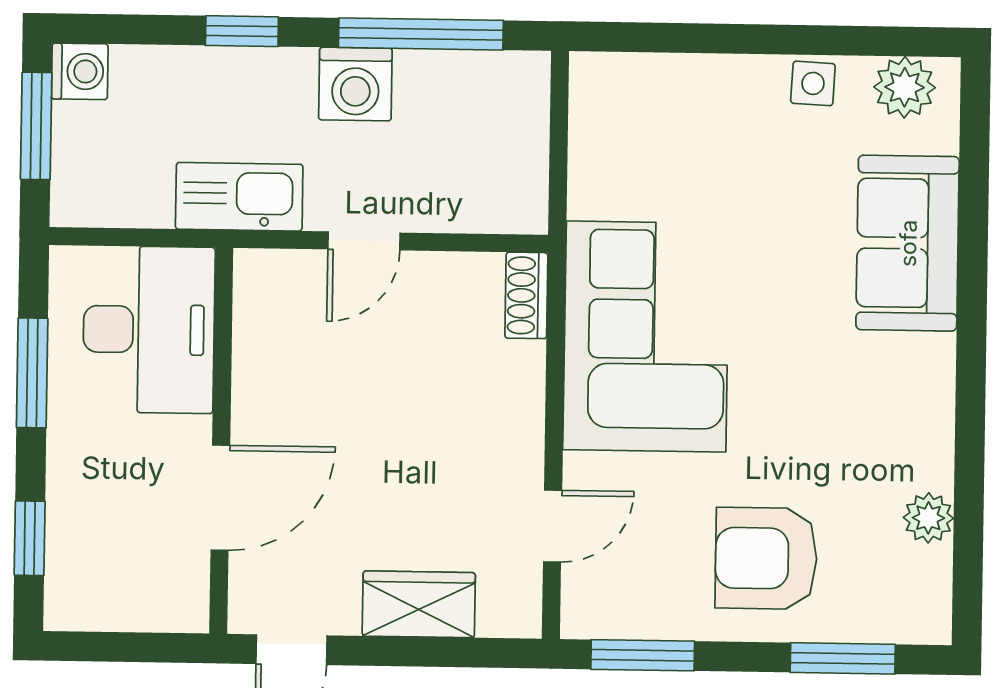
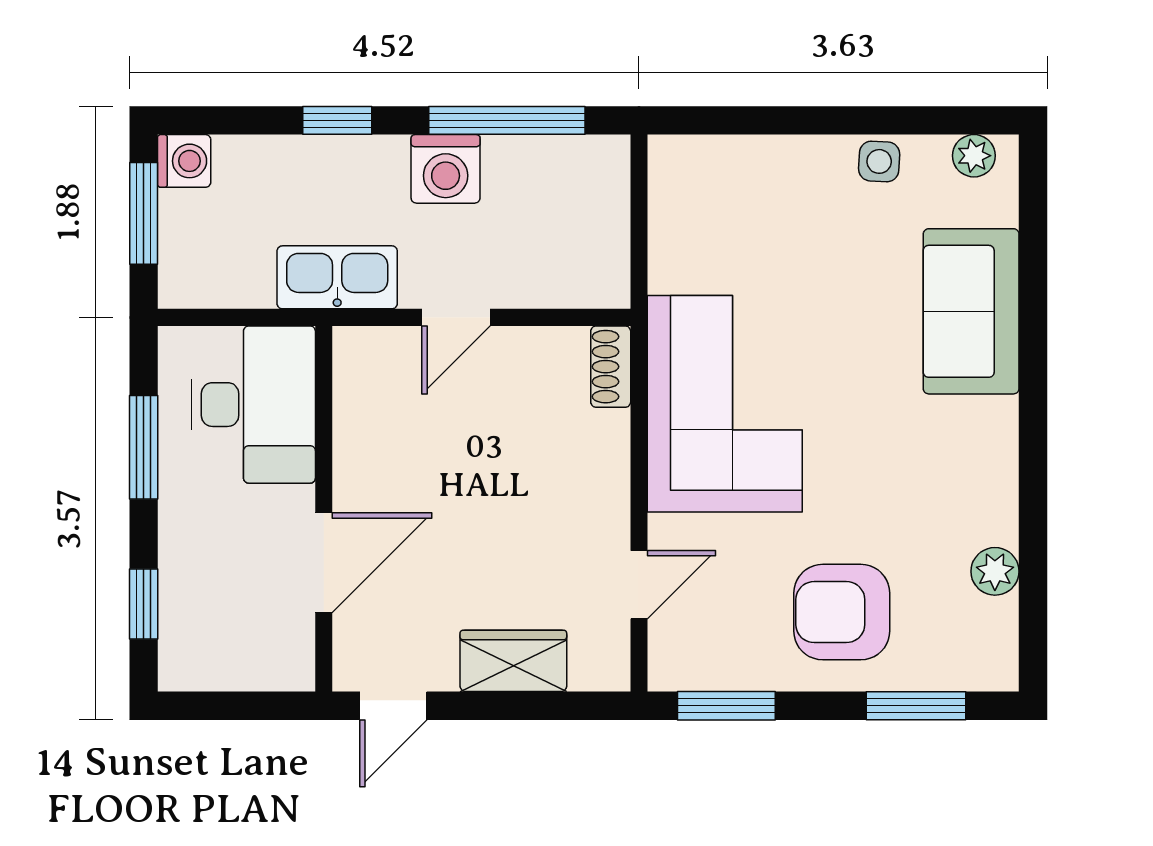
plant: (905, 87) -> (974, 156), width x0.73, depth x0.73

